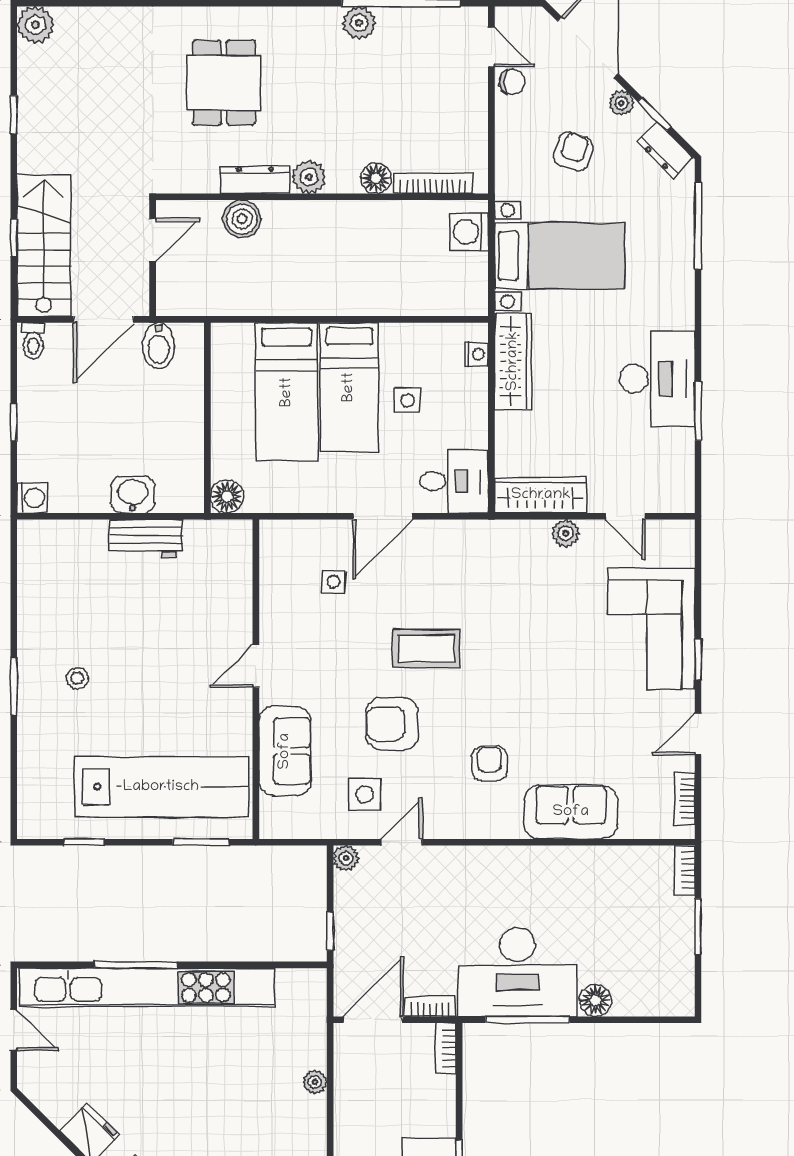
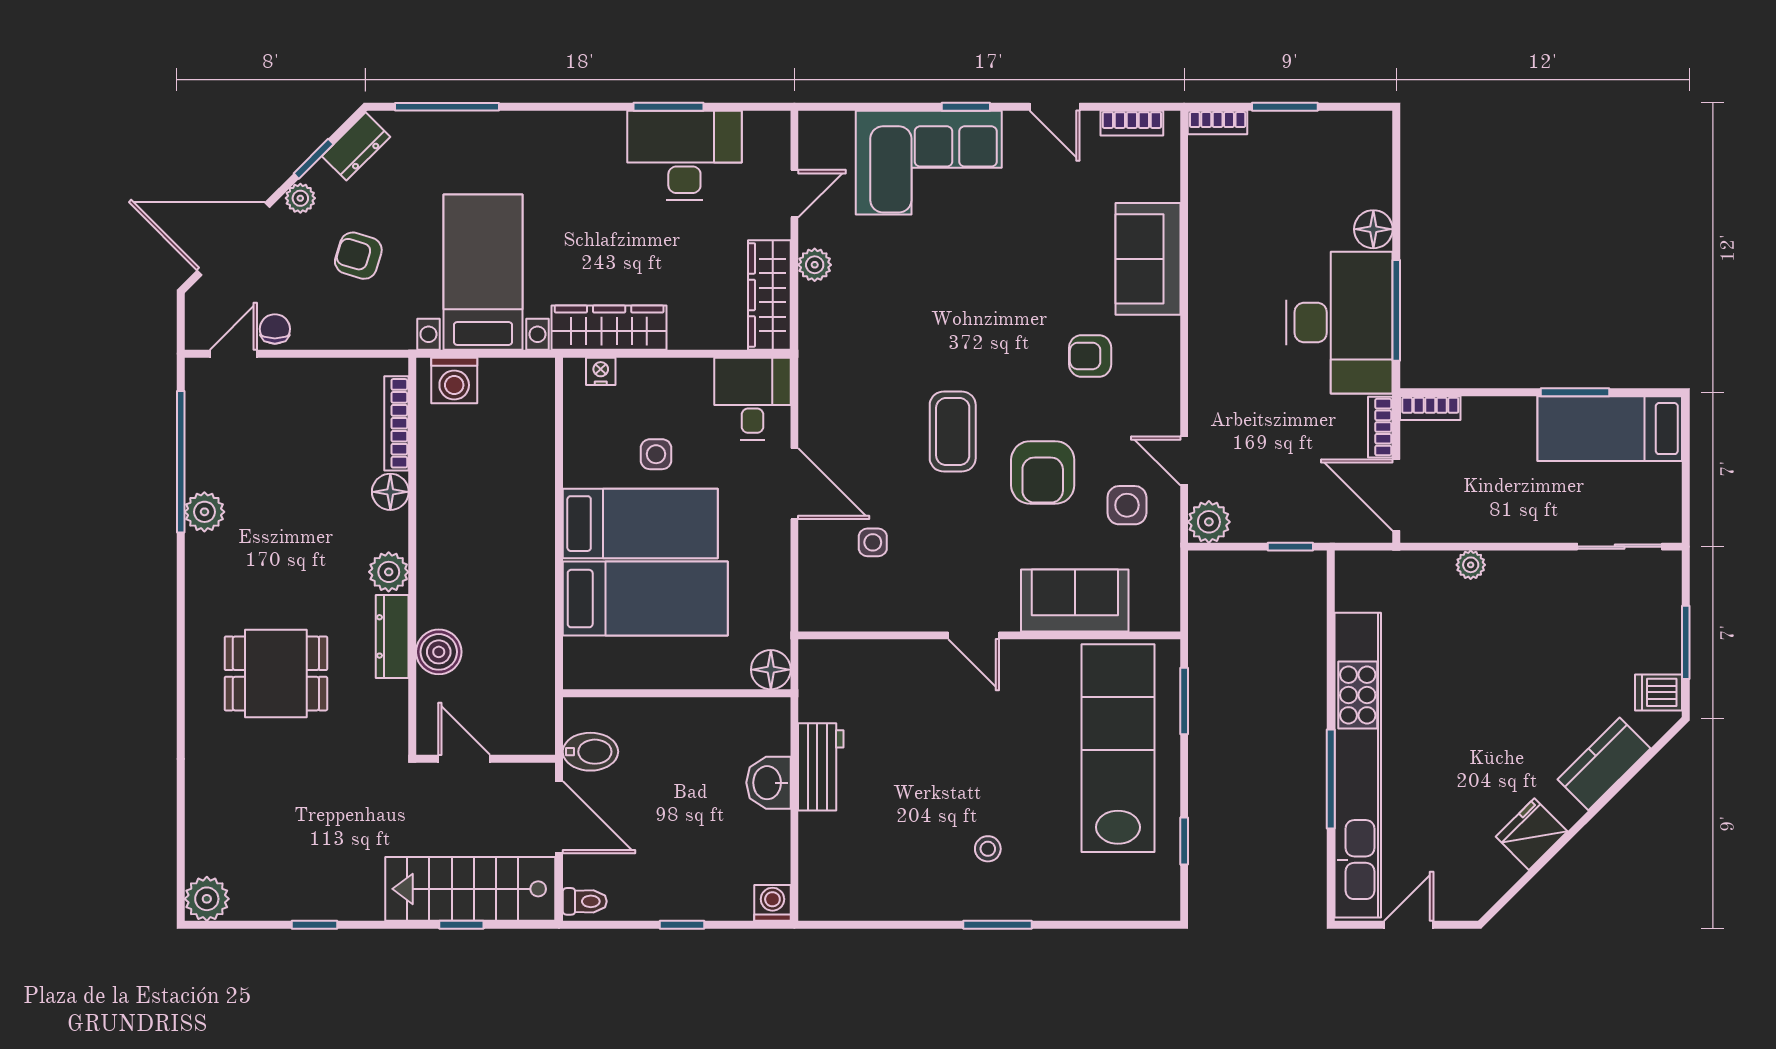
desk: (657, 379) -> (684, 155), moved
plant: (346, 858) -> (1209, 522), width x1.38, depth x1.38

